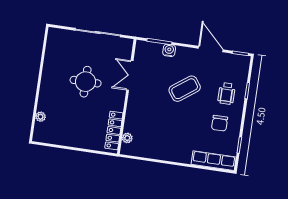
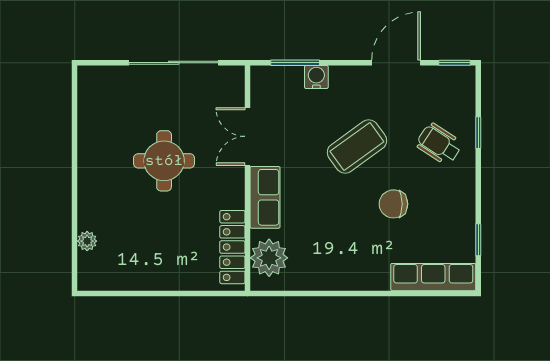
door: (211, 49) -> (396, 63), hinge flipped
wheelchair: (227, 94) -> (439, 144), turned 123
row of seats: (134, 108) -> (265, 197), added
chair: (220, 123) -> (393, 204), moved, turned 90
plant: (127, 138) -> (269, 258), width x1.87, depth x1.87

